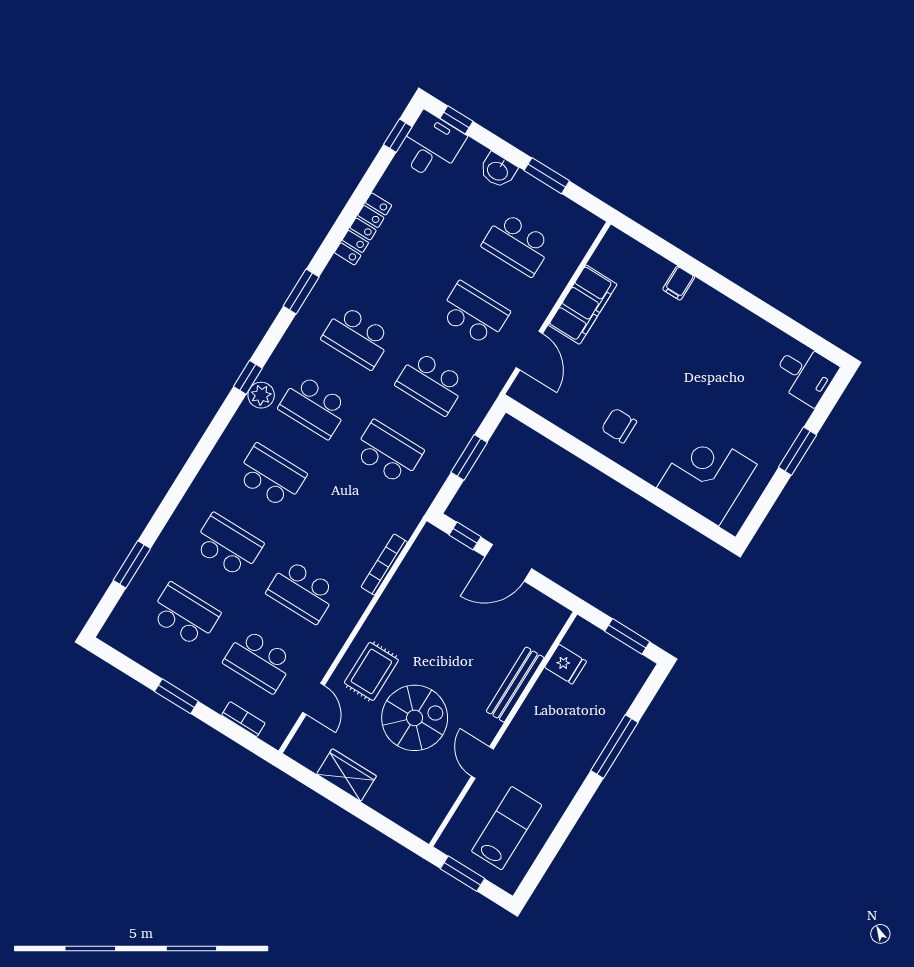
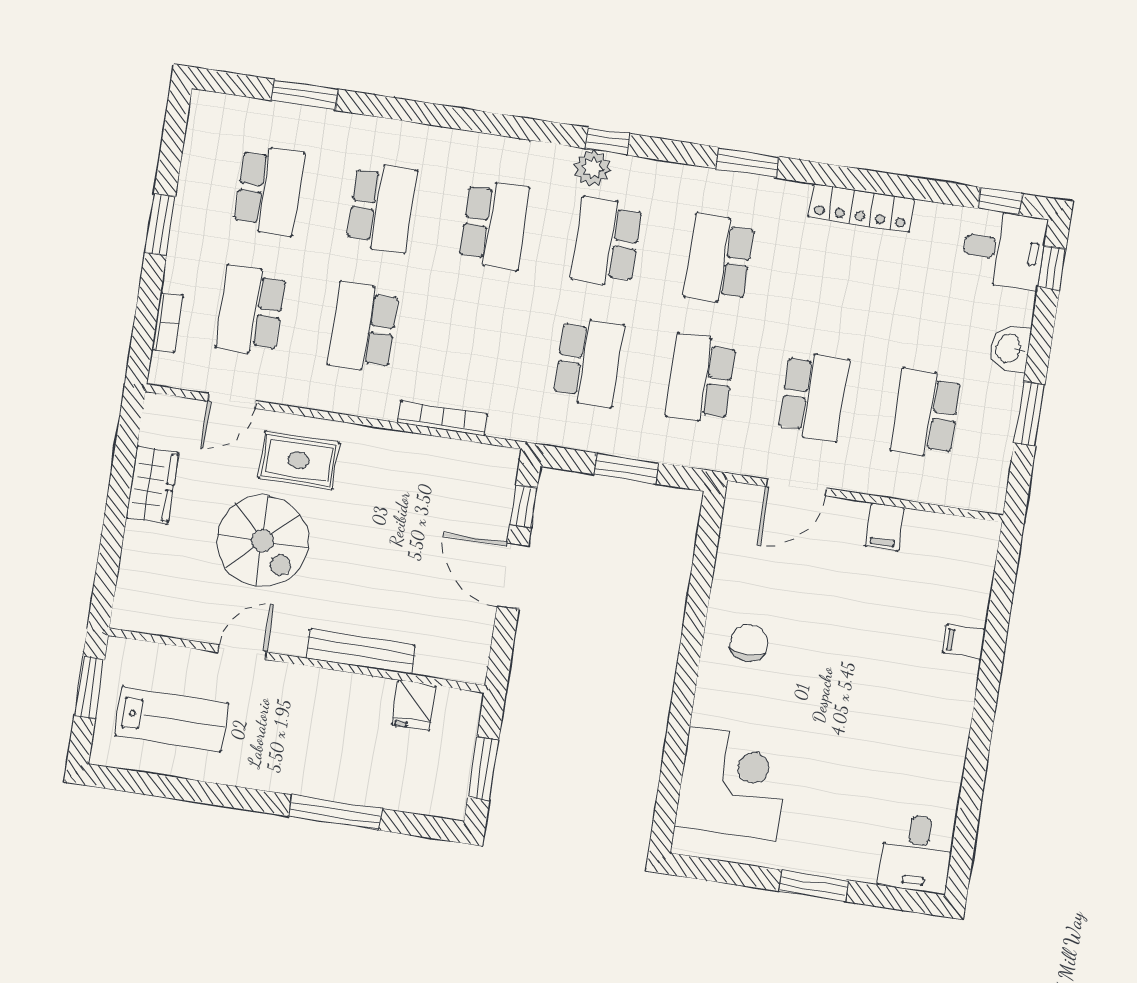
filing cabinet: (583, 305) -> (885, 527), width x0.33, depth x0.86

